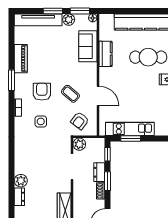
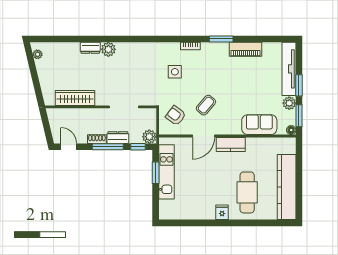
kitchen counter: (105, 54) -> (231, 144), moved
armchair: (42, 92) -> (208, 73), removed
plant: (79, 144) -> (149, 137), moved
window: (108, 181) -> (108, 147), width x1.44

